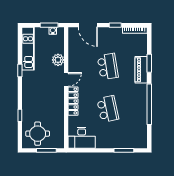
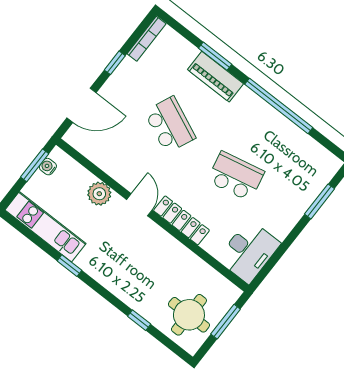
school desk: (108, 67) -> (170, 125), turned 33

